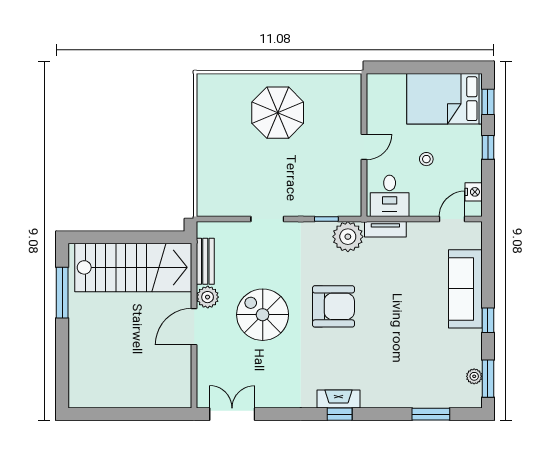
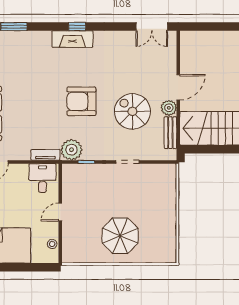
stool: (426, 159) -> (52, 244), moved
spiral stairs: (263, 315) -> (132, 111), moved, turned 180
fireplace: (338, 399) -> (72, 39), width x1.37, depth x1.32

